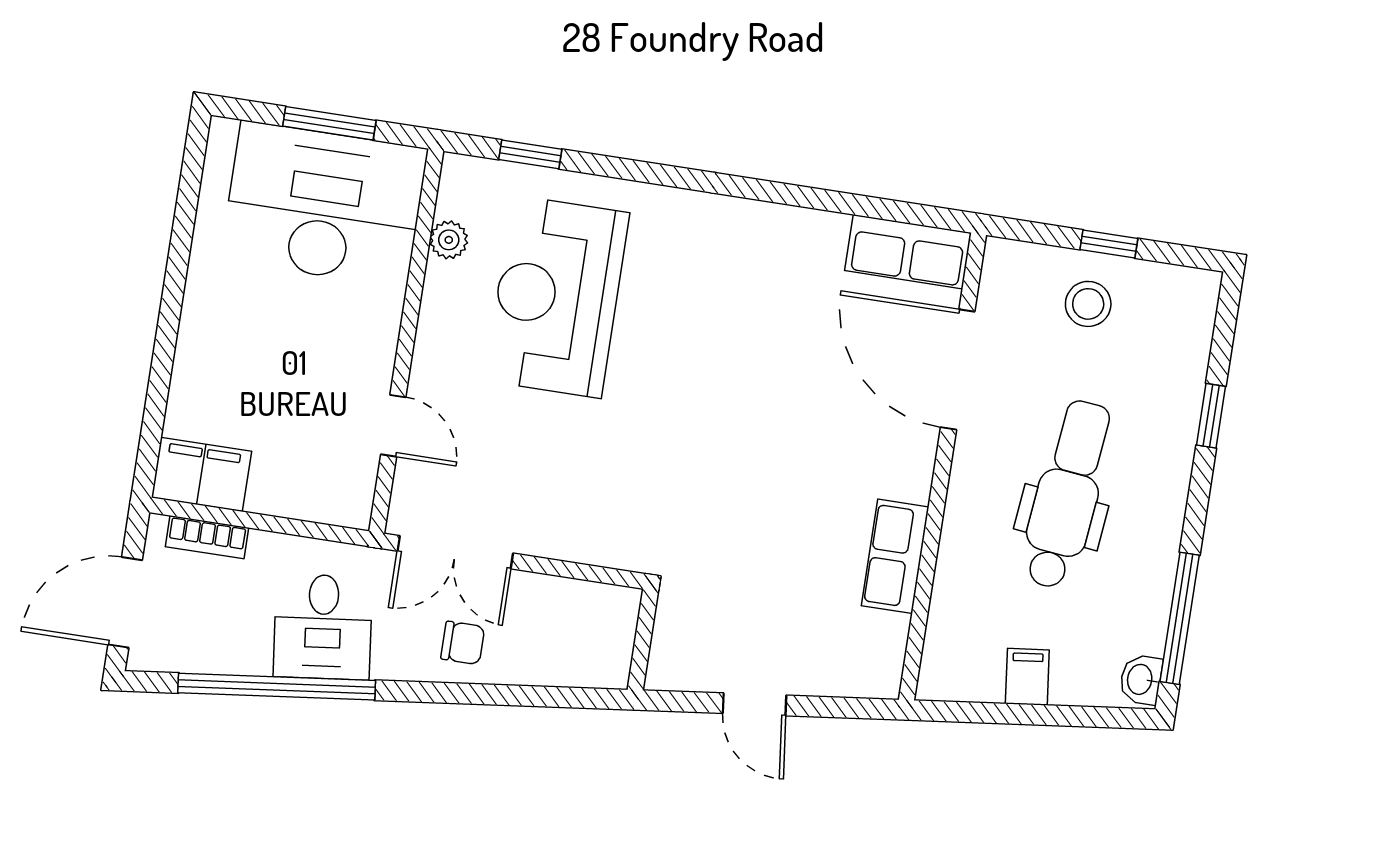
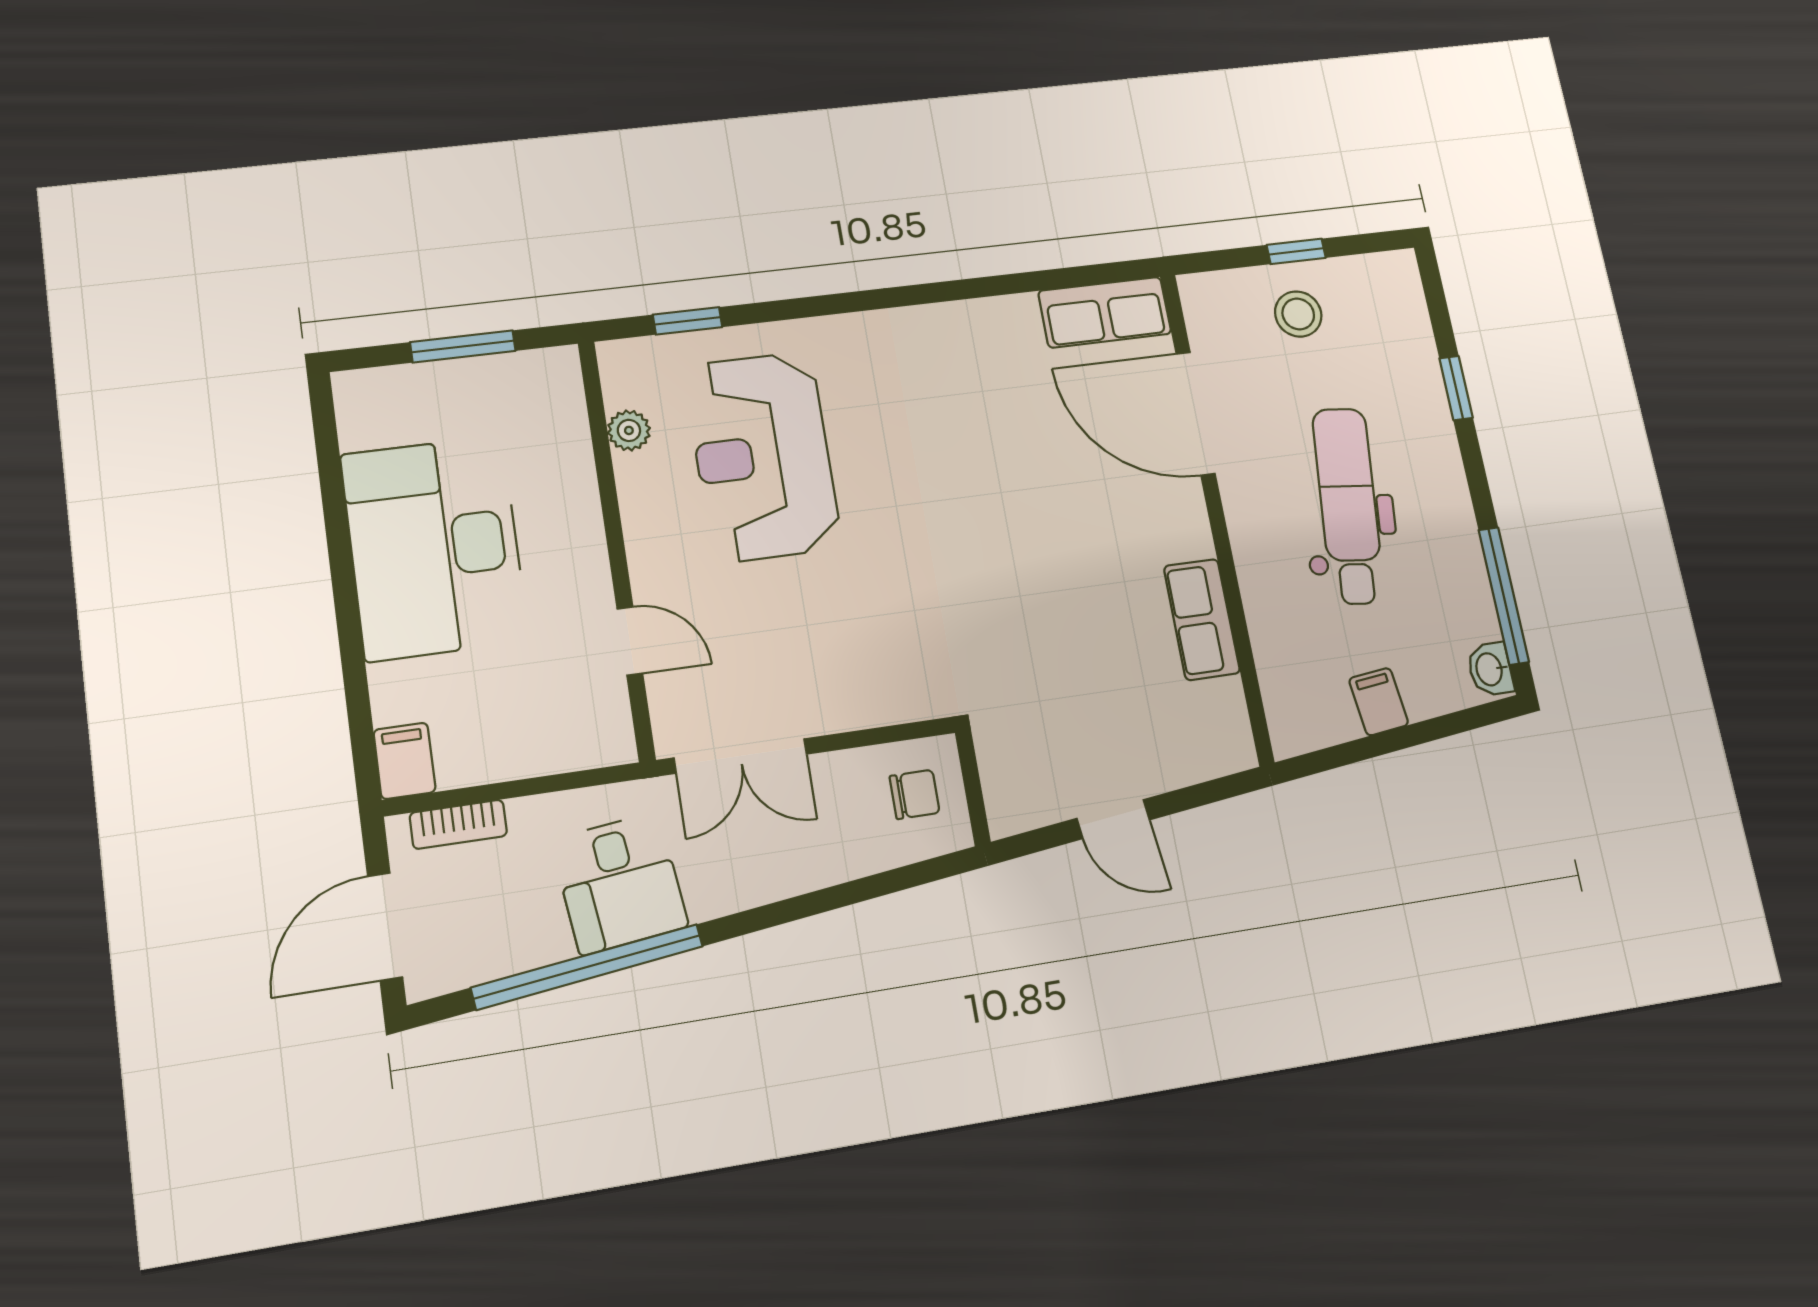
desk: (324, 204) -> (434, 547), moved, turned -90
filing cabinet: (201, 474) -> (405, 761), width x0.50
chair: (463, 643) -> (915, 794), moved

